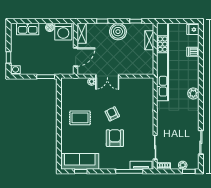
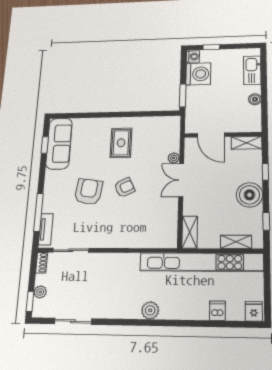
washing machine: (63, 32) -> (198, 74), moved, turned 180
shelving: (143, 70) -> (190, 232), added
armchair: (115, 138) -> (89, 192), turned -82

